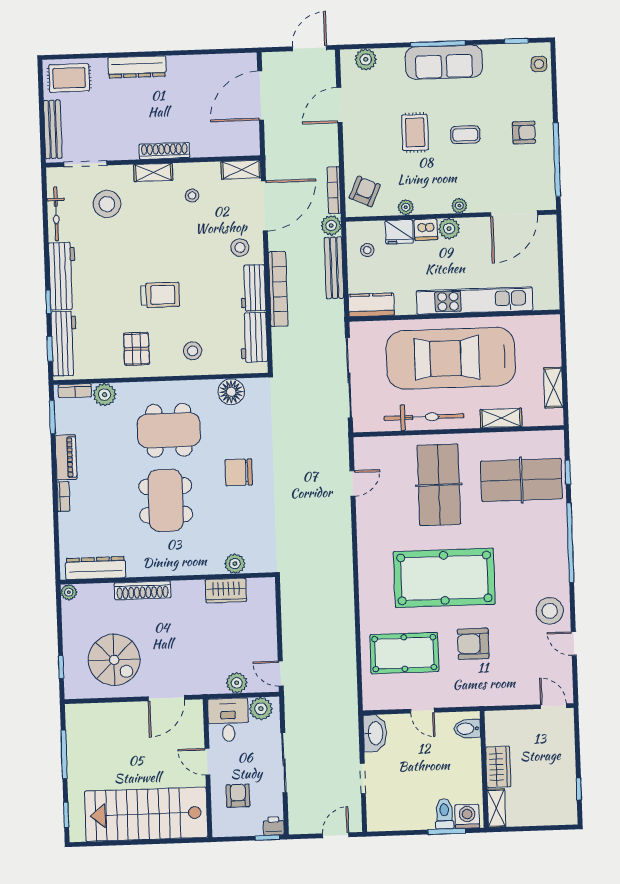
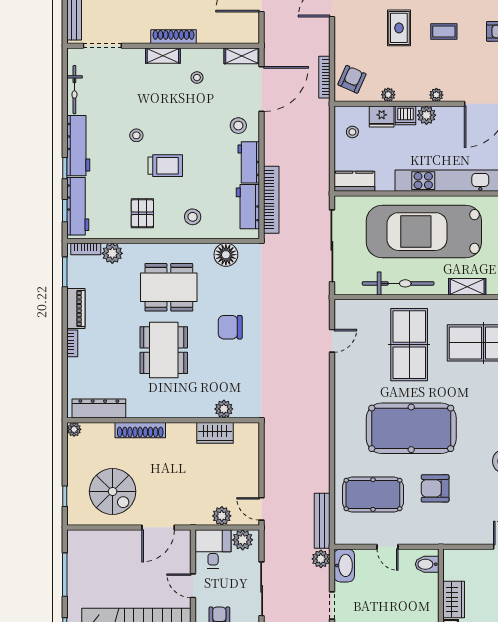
stool: (107, 204) -> (136, 135), moved, width x0.53, depth x0.53
plant: (331, 225) -> (321, 559), moved
bench: (334, 268) -> (322, 521), moved
bookcase: (278, 289) -> (271, 200), moved

